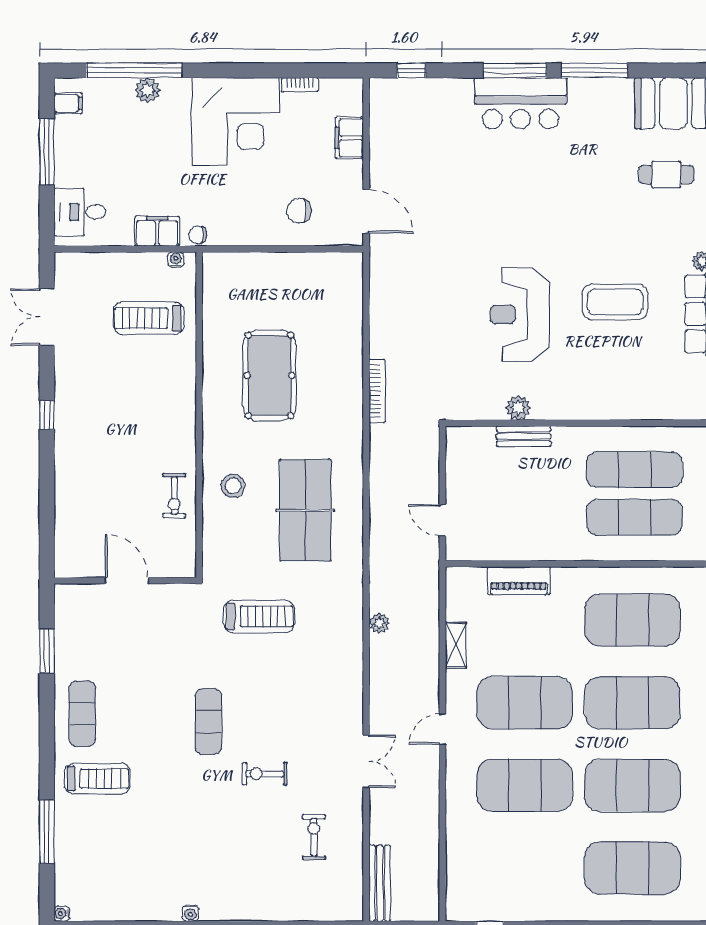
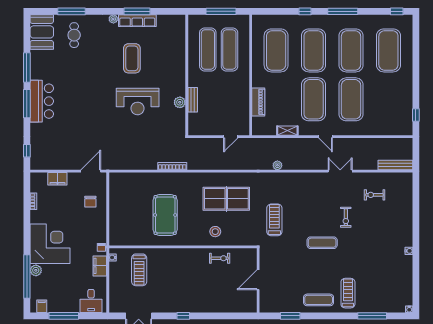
corner desk: (236, 121) -> (50, 244), moved
pool table: (270, 375) -> (165, 215), turned 90

